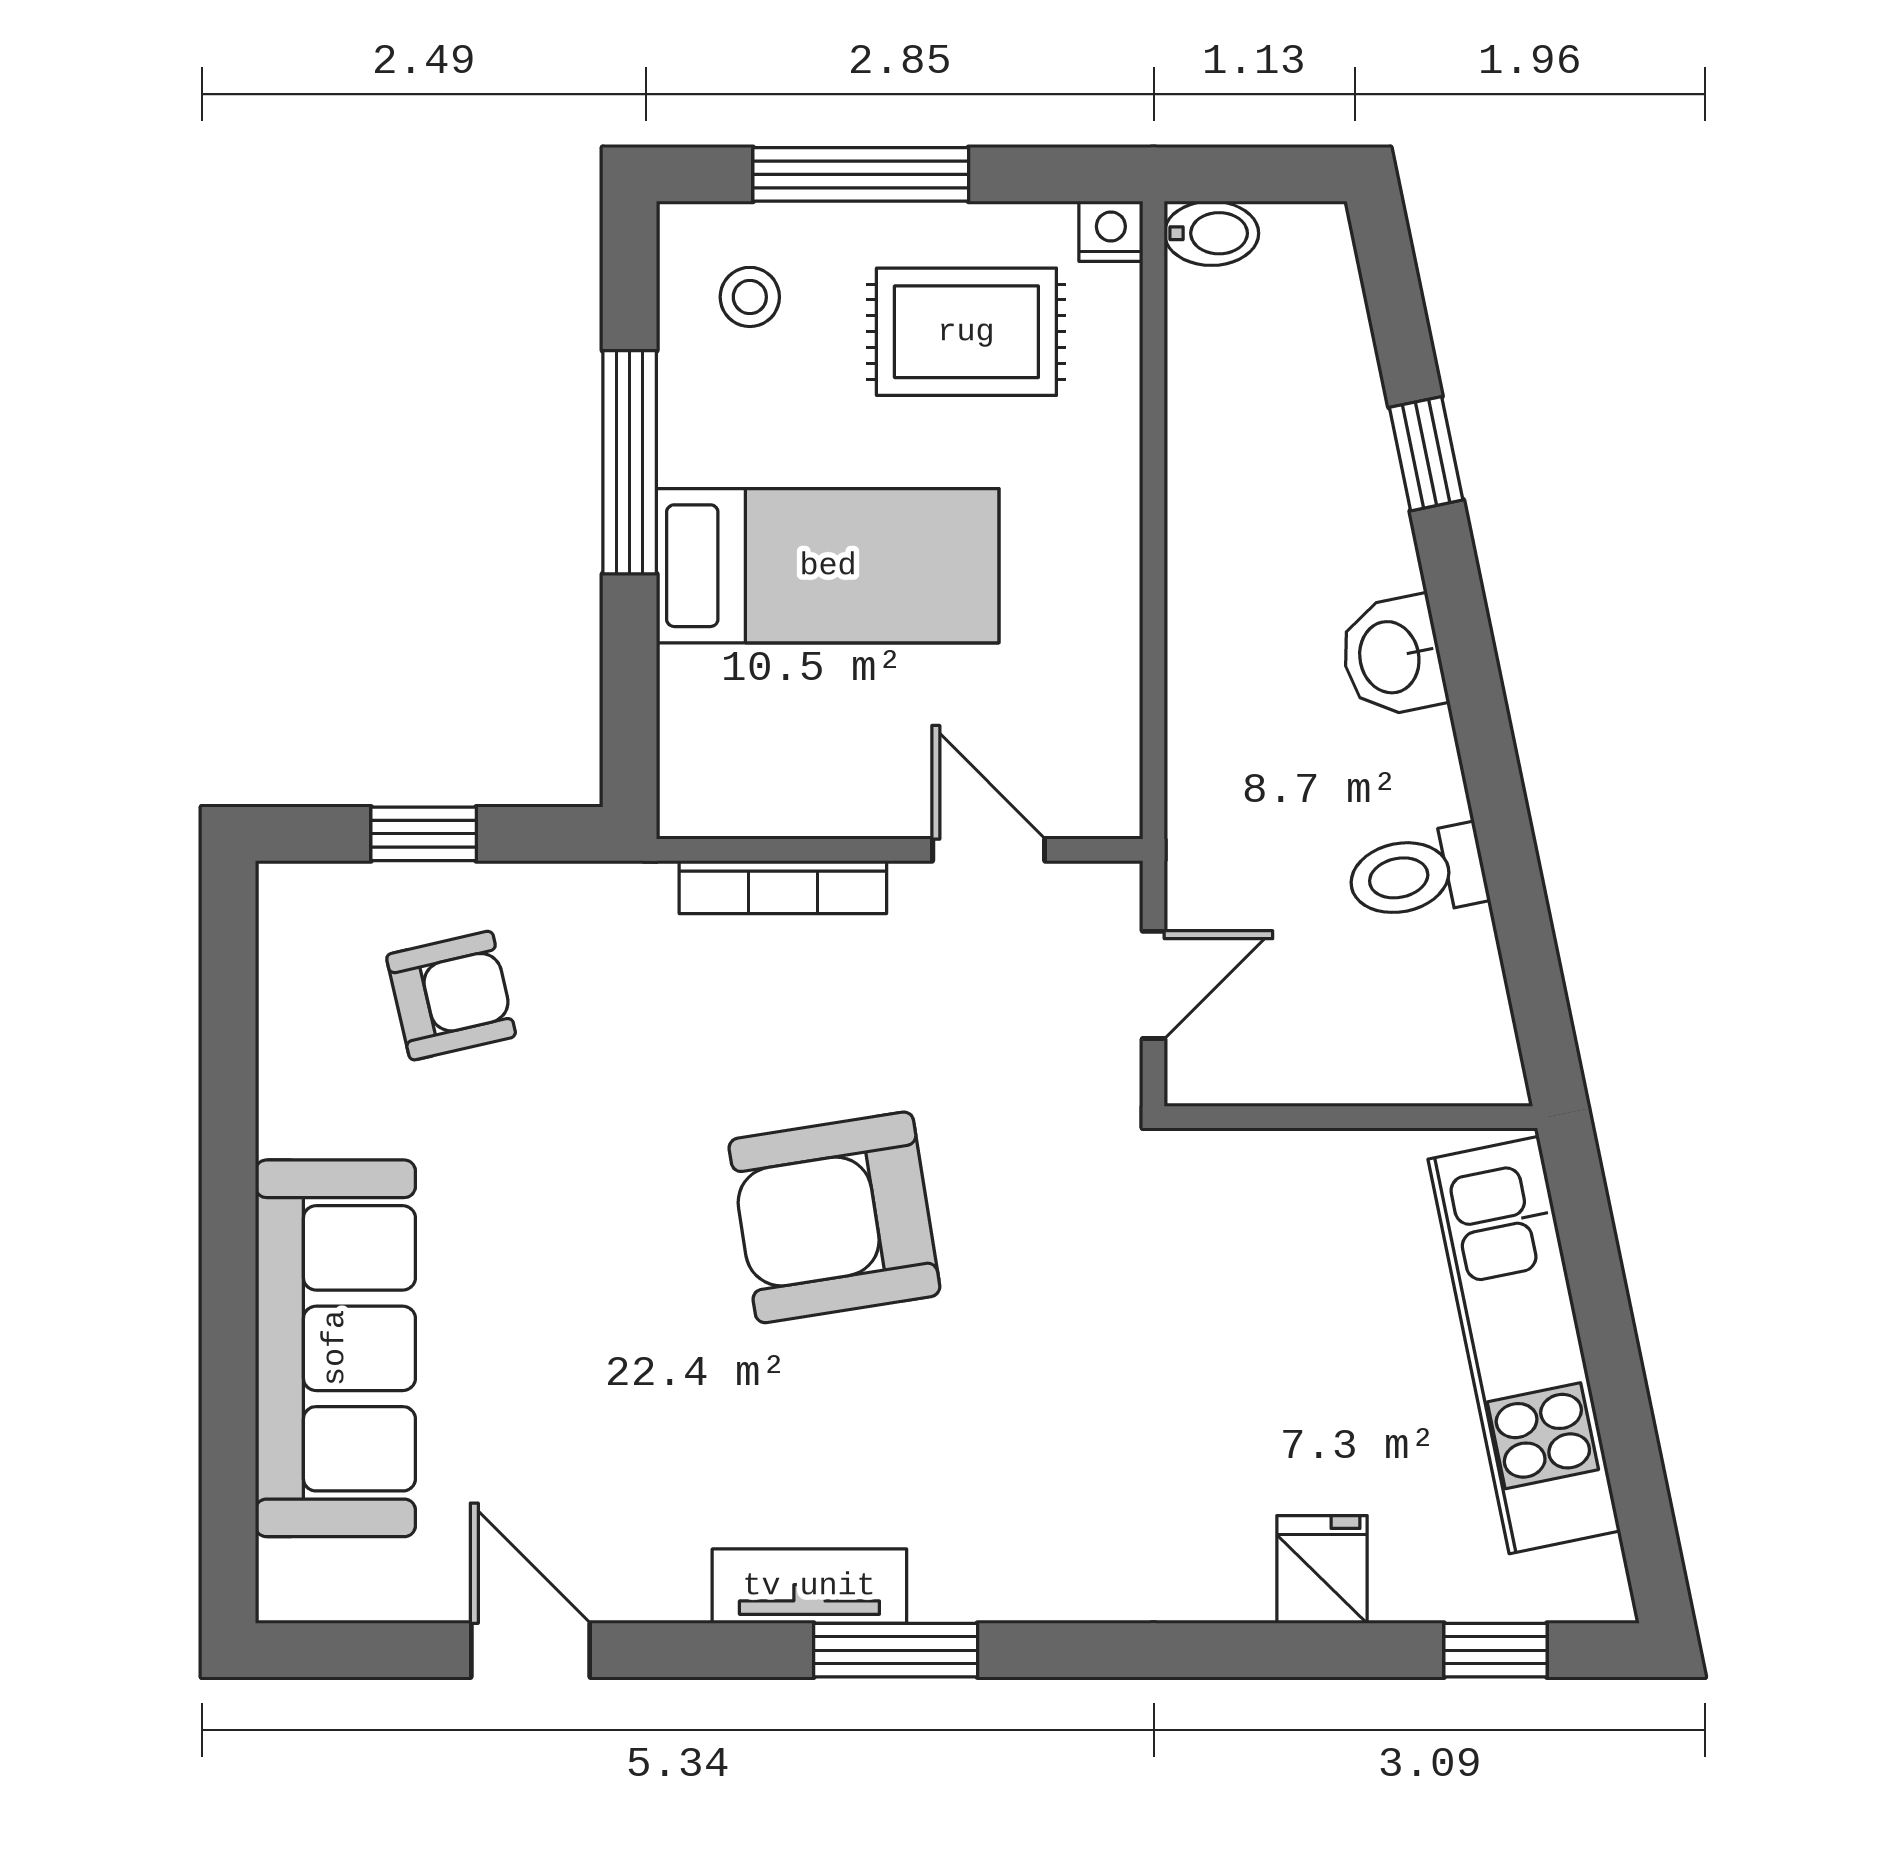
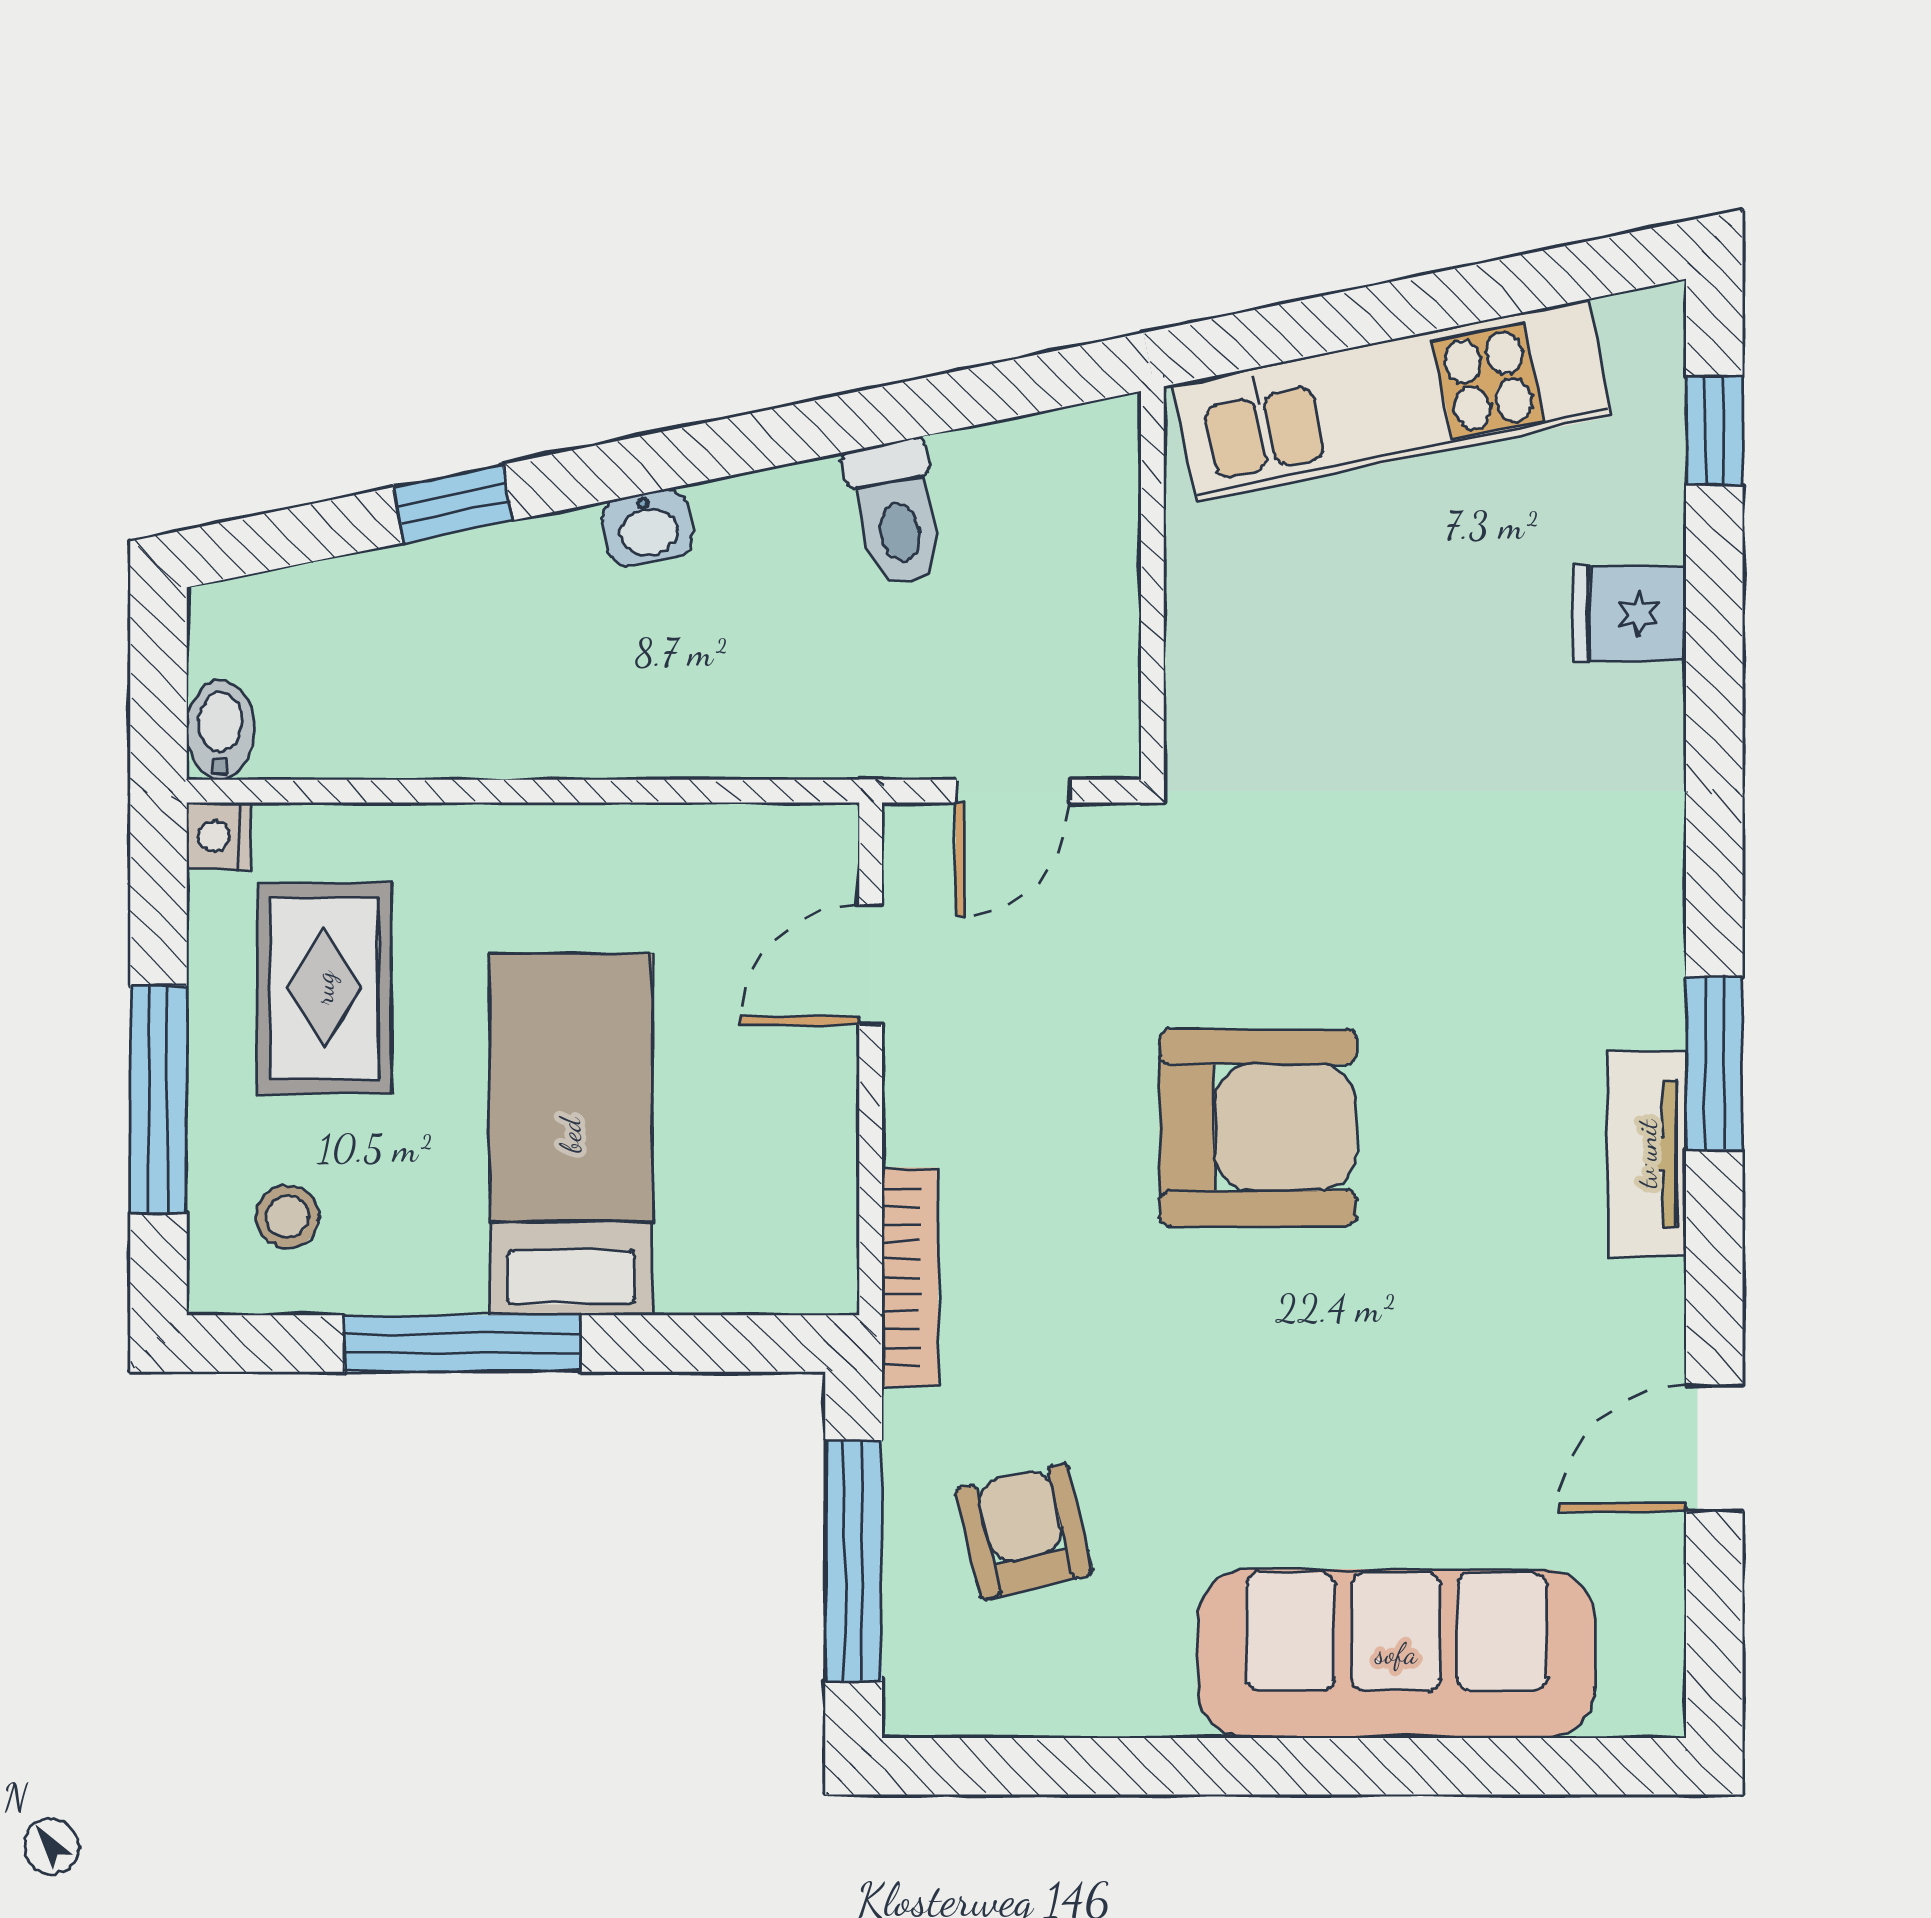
washbasin: (1392, 657) -> (648, 528), width x0.72, depth x0.69
window: (424, 834) -> (854, 1561), width x2.17
bookcase: (783, 887) -> (910, 1277), moved
door: (1154, 985) -> (1013, 791), swing flipped
armchair: (834, 1217) -> (1258, 1127), turned -81

